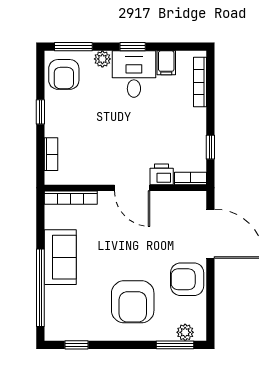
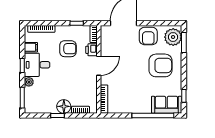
armchair: (64, 74) -> (68, 49), moved
floor lamp: (57, 123) -> (64, 106), added
sofa: (60, 257) -> (166, 105), moved
plant: (185, 332) -> (173, 37), width x1.88, depth x1.88

